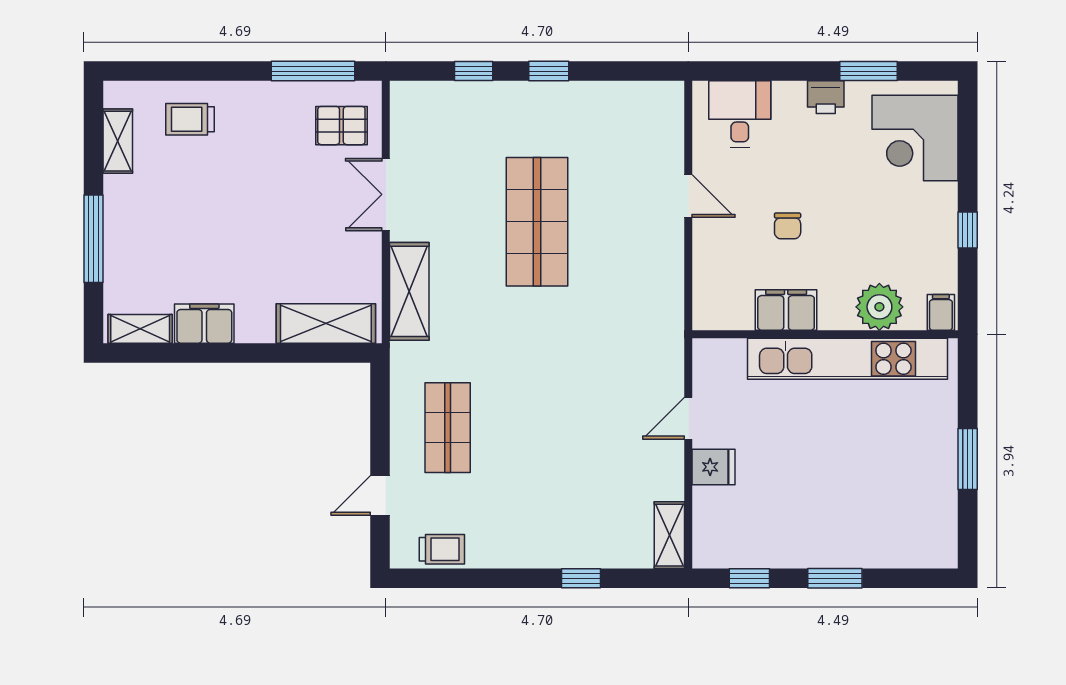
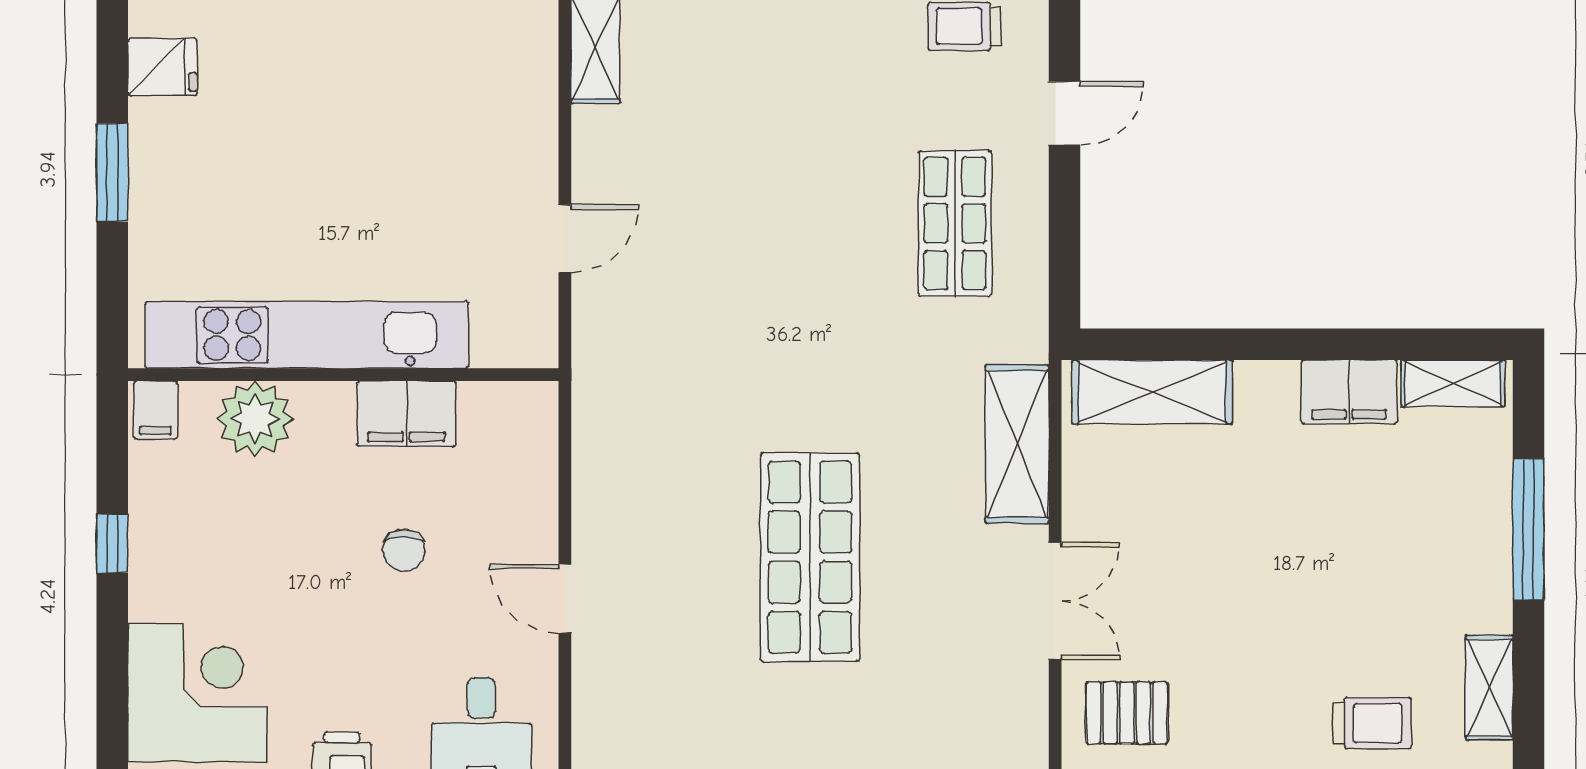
chair: (788, 226) -> (404, 550), turned 180
fridge: (713, 467) -> (162, 67), moved, turned 180

